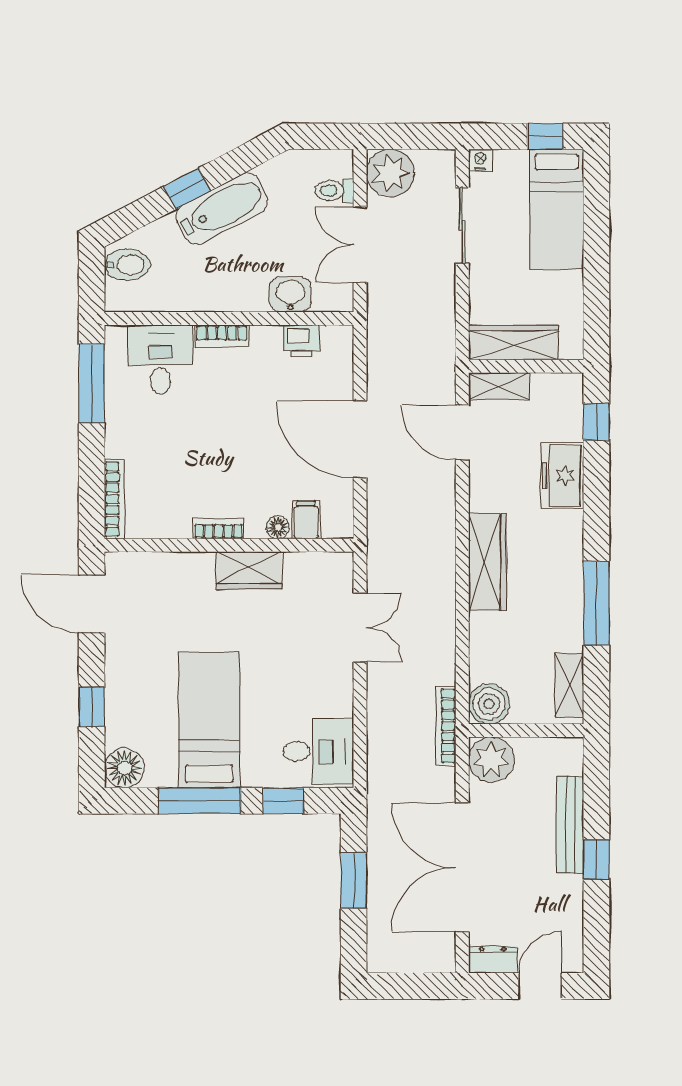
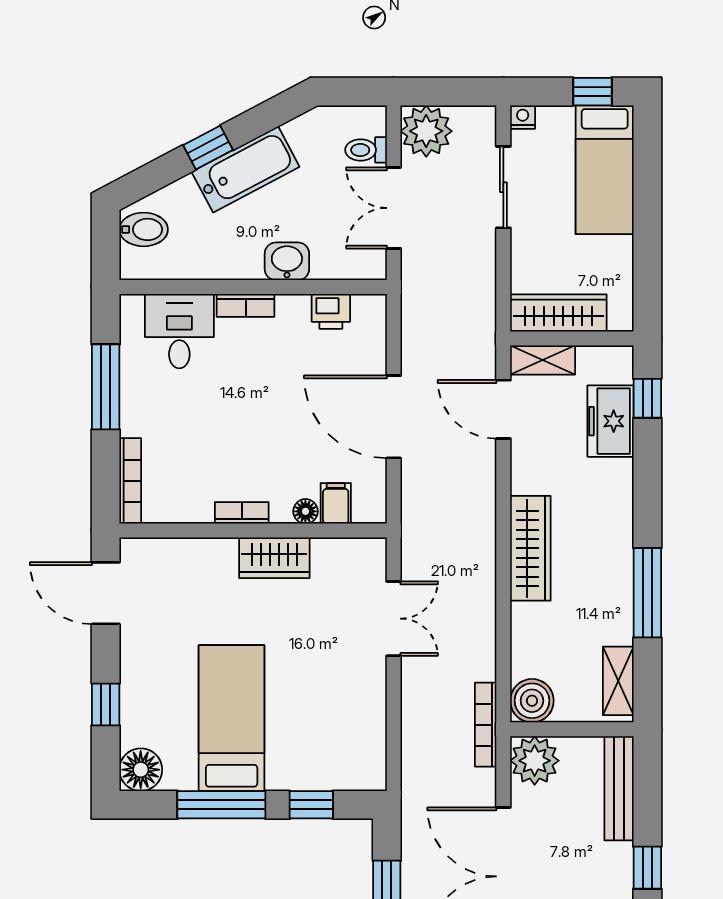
washbasin: (290, 294) -> (287, 261), moved
window: (92, 384) -> (106, 387), moved
freezer: (562, 476) -> (610, 421), moved
desk: (318, 752) -> (349, 752), removed
bench: (570, 825) -> (619, 788), moved

